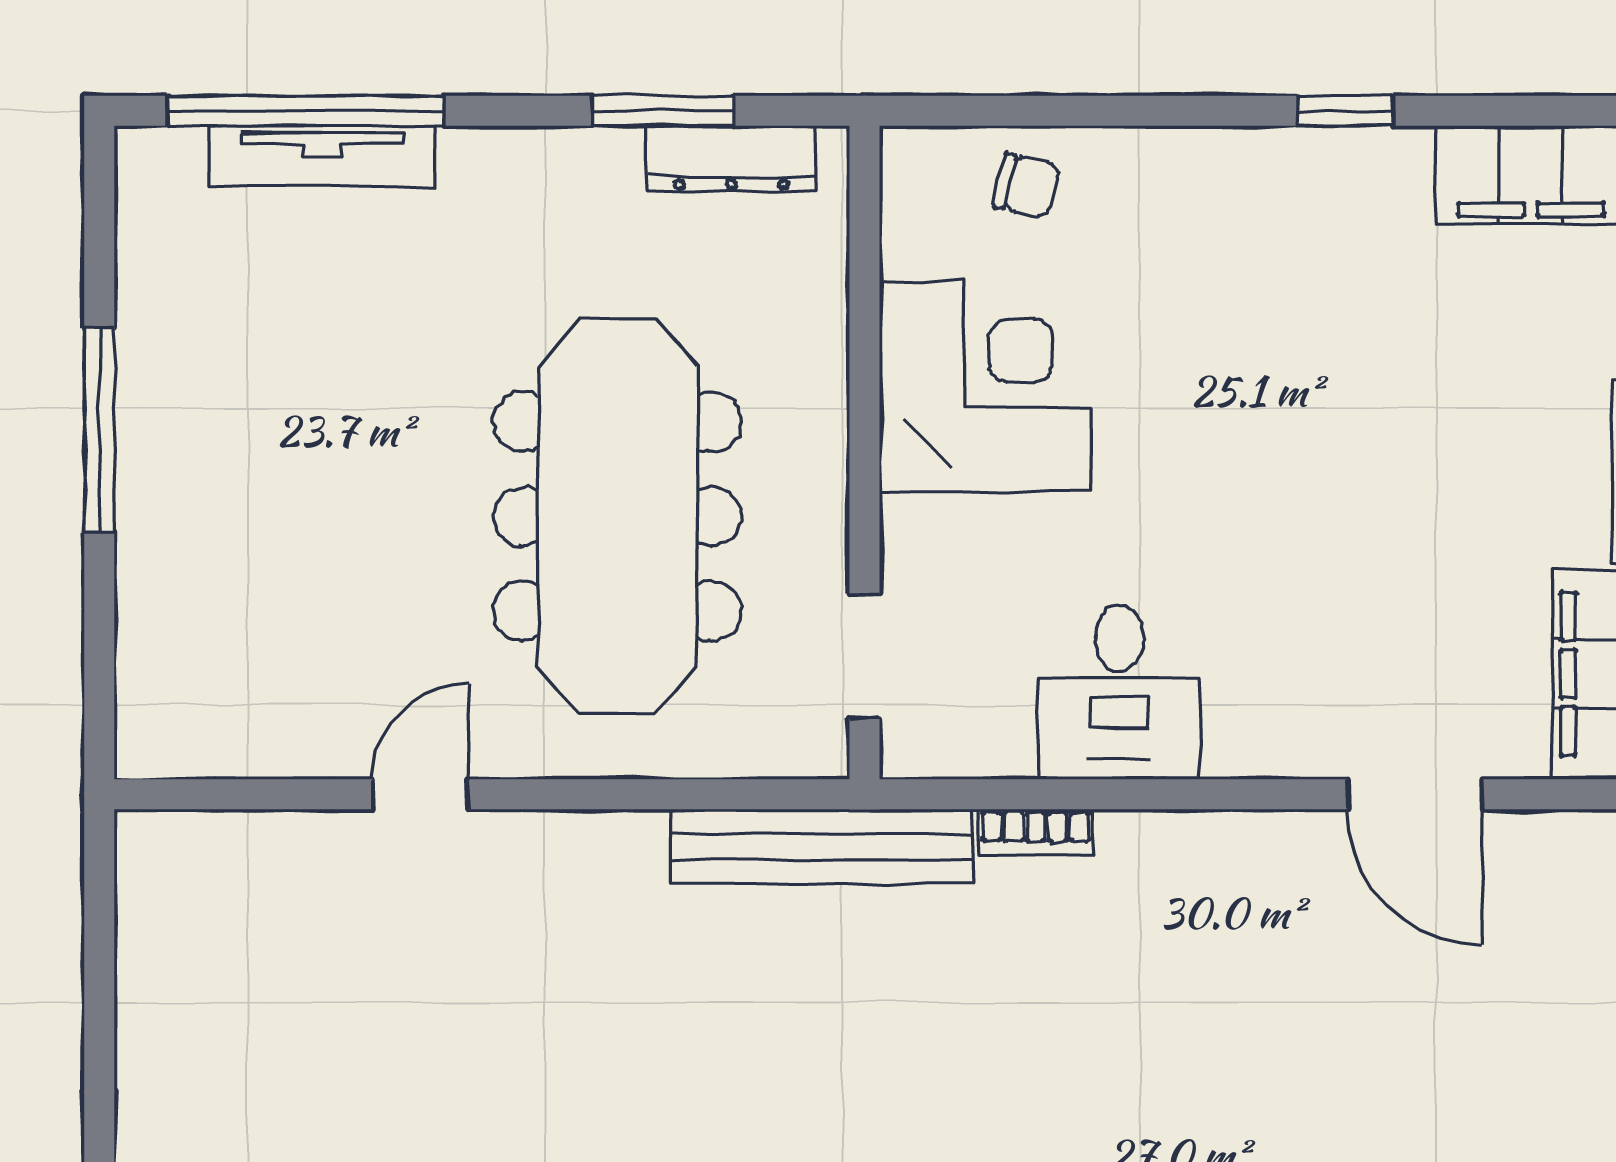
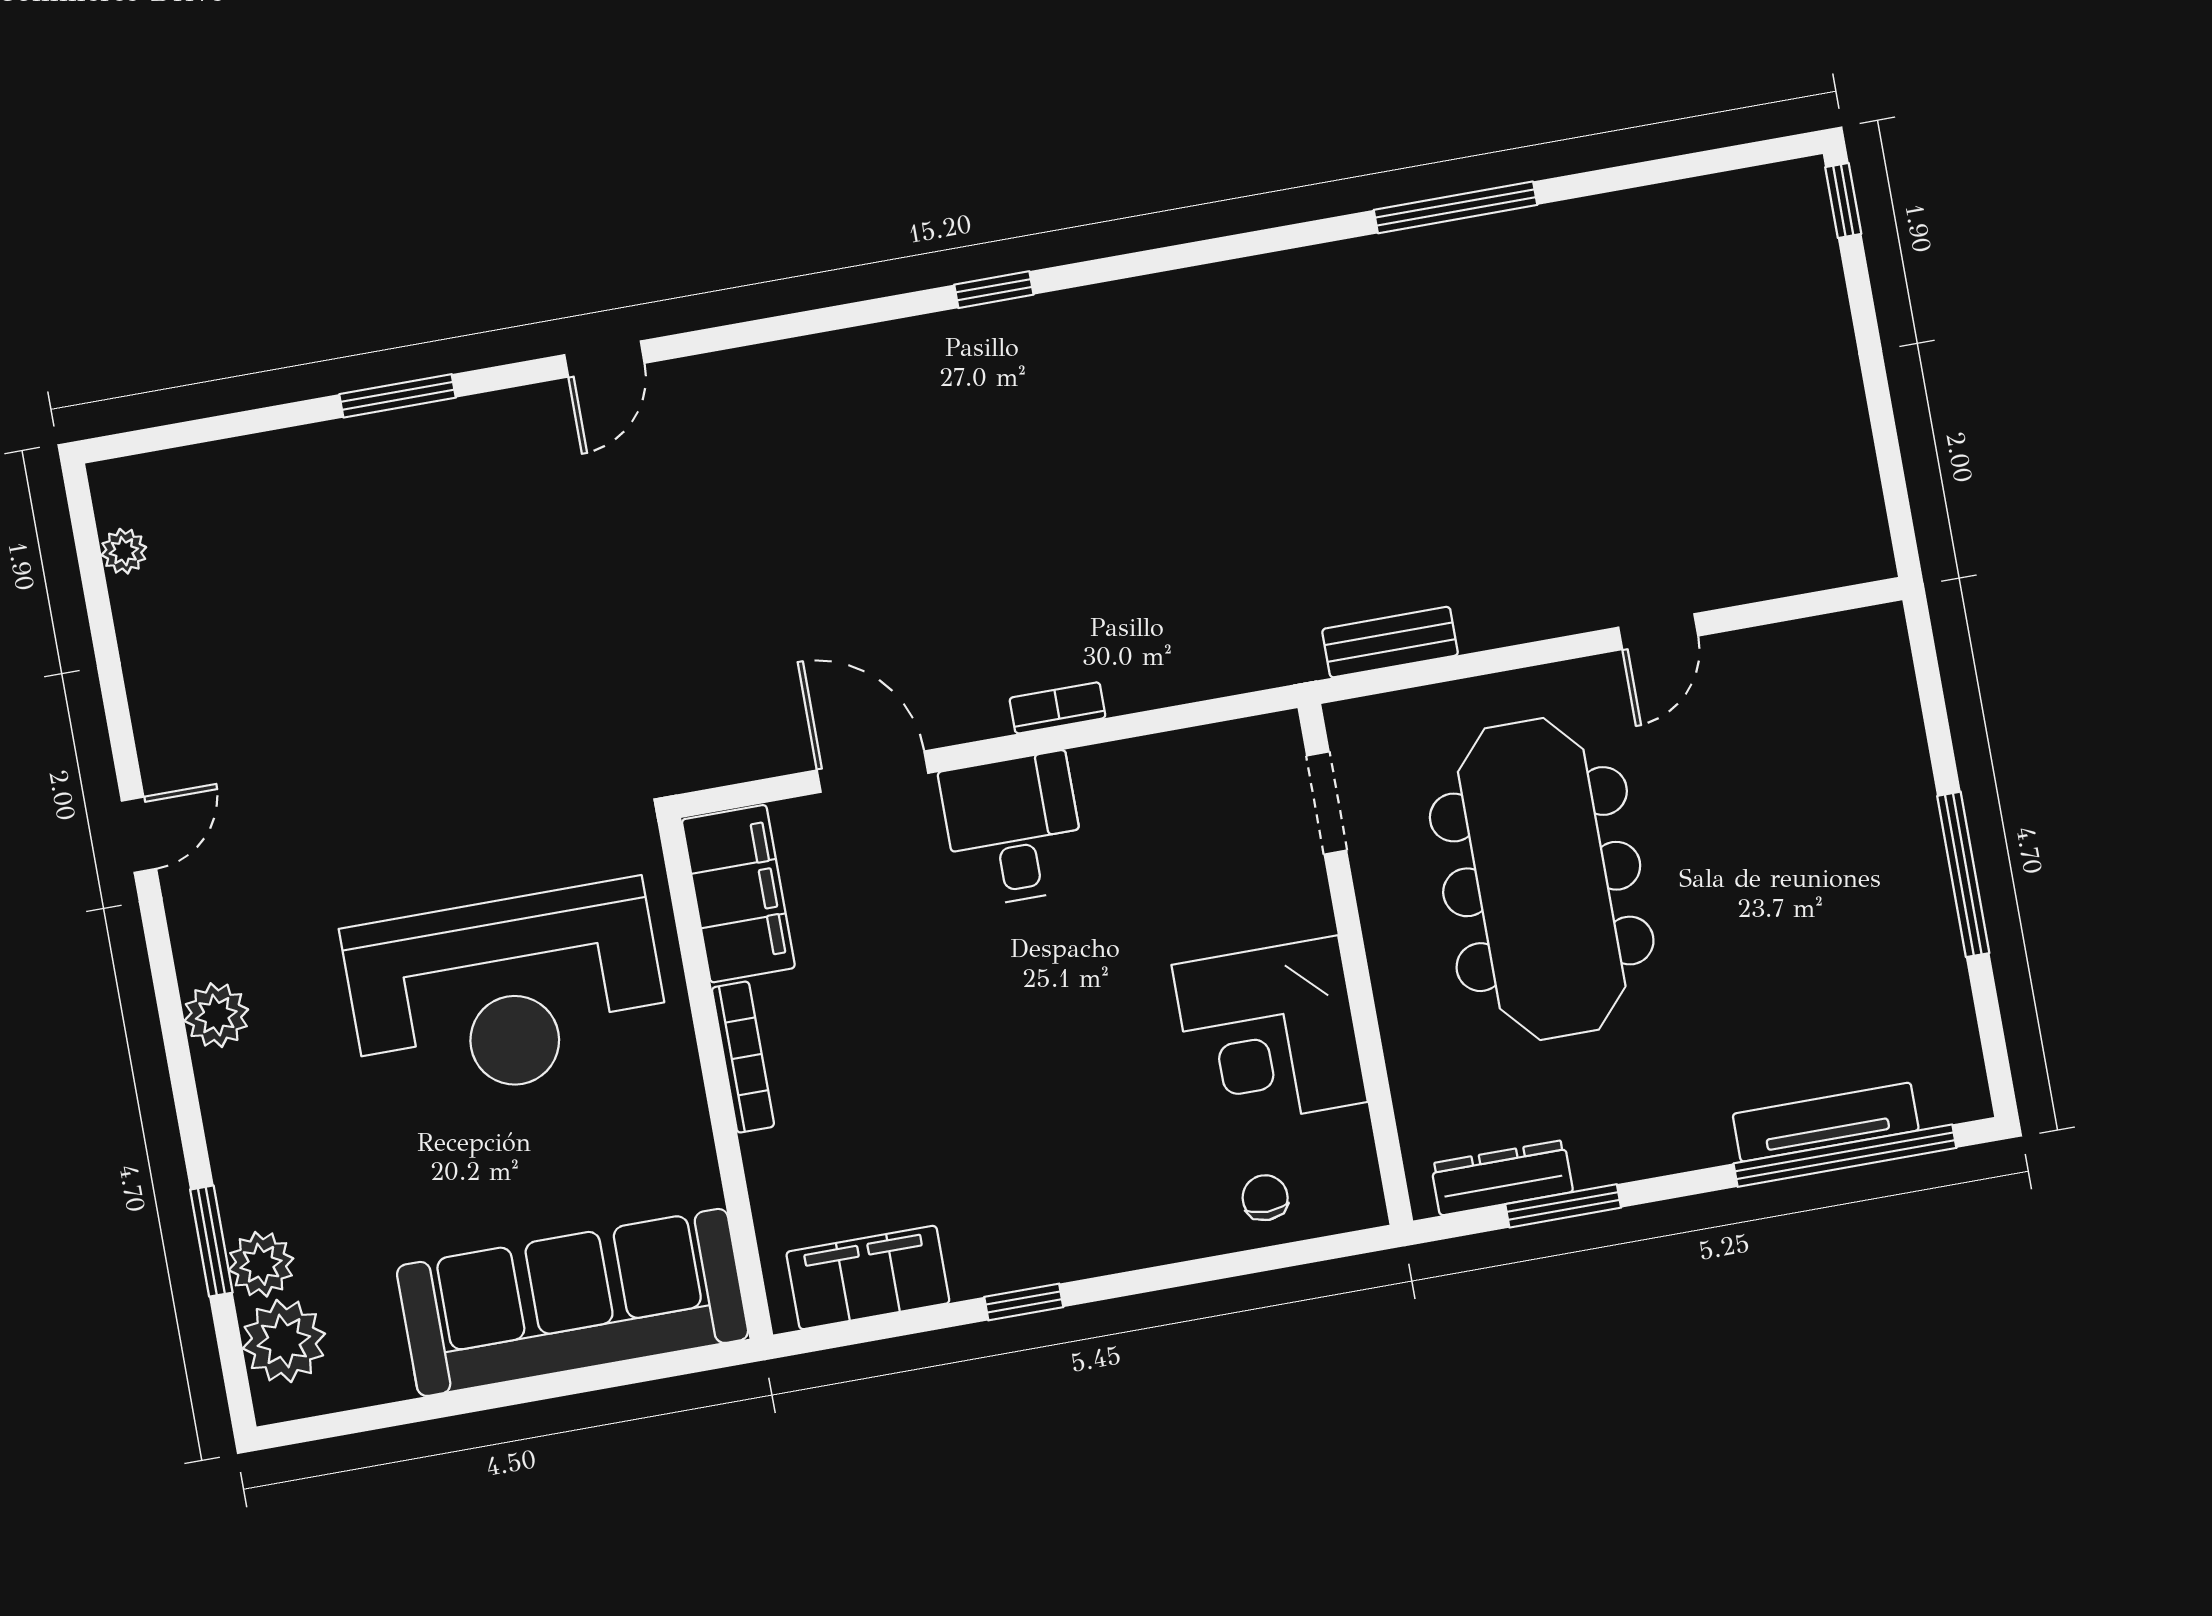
chair: (1026, 186) -> (1265, 1198), turned 77
desk: (1119, 692) -> (1013, 830), moved
bookcase: (1036, 832) -> (1057, 708), moved
bench: (822, 847) -> (1390, 642), width x0.54, depth x0.82

